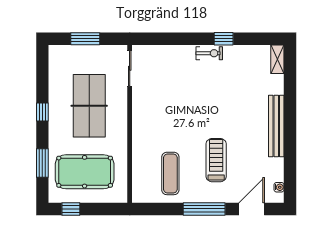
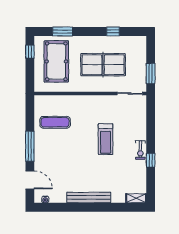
window: (85, 39) -> (151, 73), moved
window: (42, 112) -> (113, 31), moved
treadmill: (216, 160) -> (106, 139), moved, turned 90

